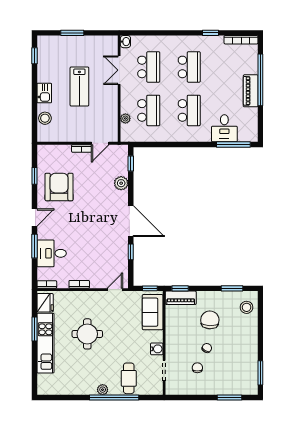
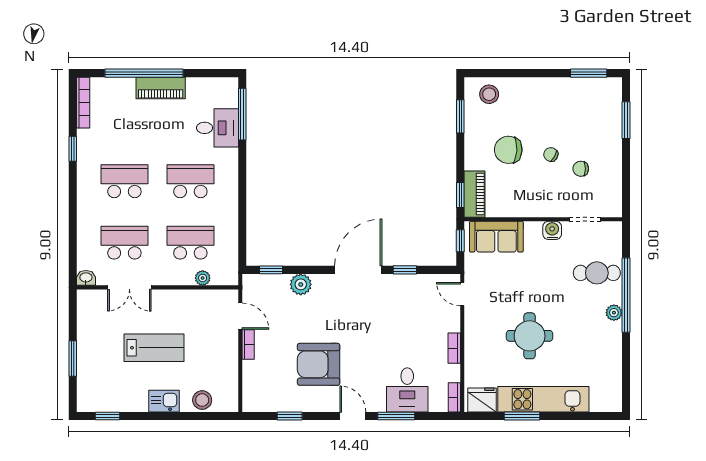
armchair: (59, 187) -> (319, 364), moved

